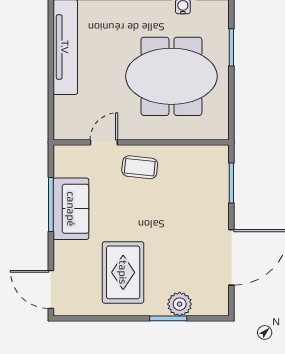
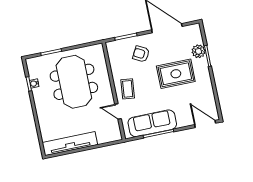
armchair: (196, 203) -> (141, 54), added
sofa: (71, 209) -> (152, 123), width x1.36
rug: (123, 272) -> (176, 74), moved
door: (51, 289) -> (205, 124), swing flipped

